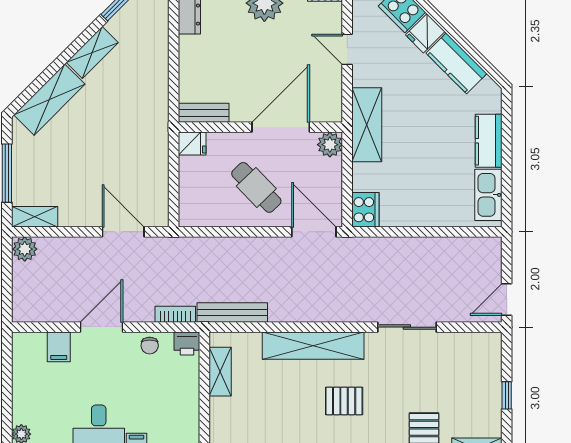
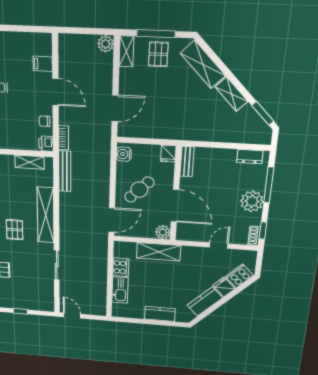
shelving: (367, 125) -> (159, 252), moved
pallet: (37, 168) -> (158, 54), added
kitchen sink: (488, 195) -> (120, 290), moved, turned 90
cooker: (365, 210) -> (121, 267), moved, turned -90
water cooler: (197, 215) -> (124, 154), added

